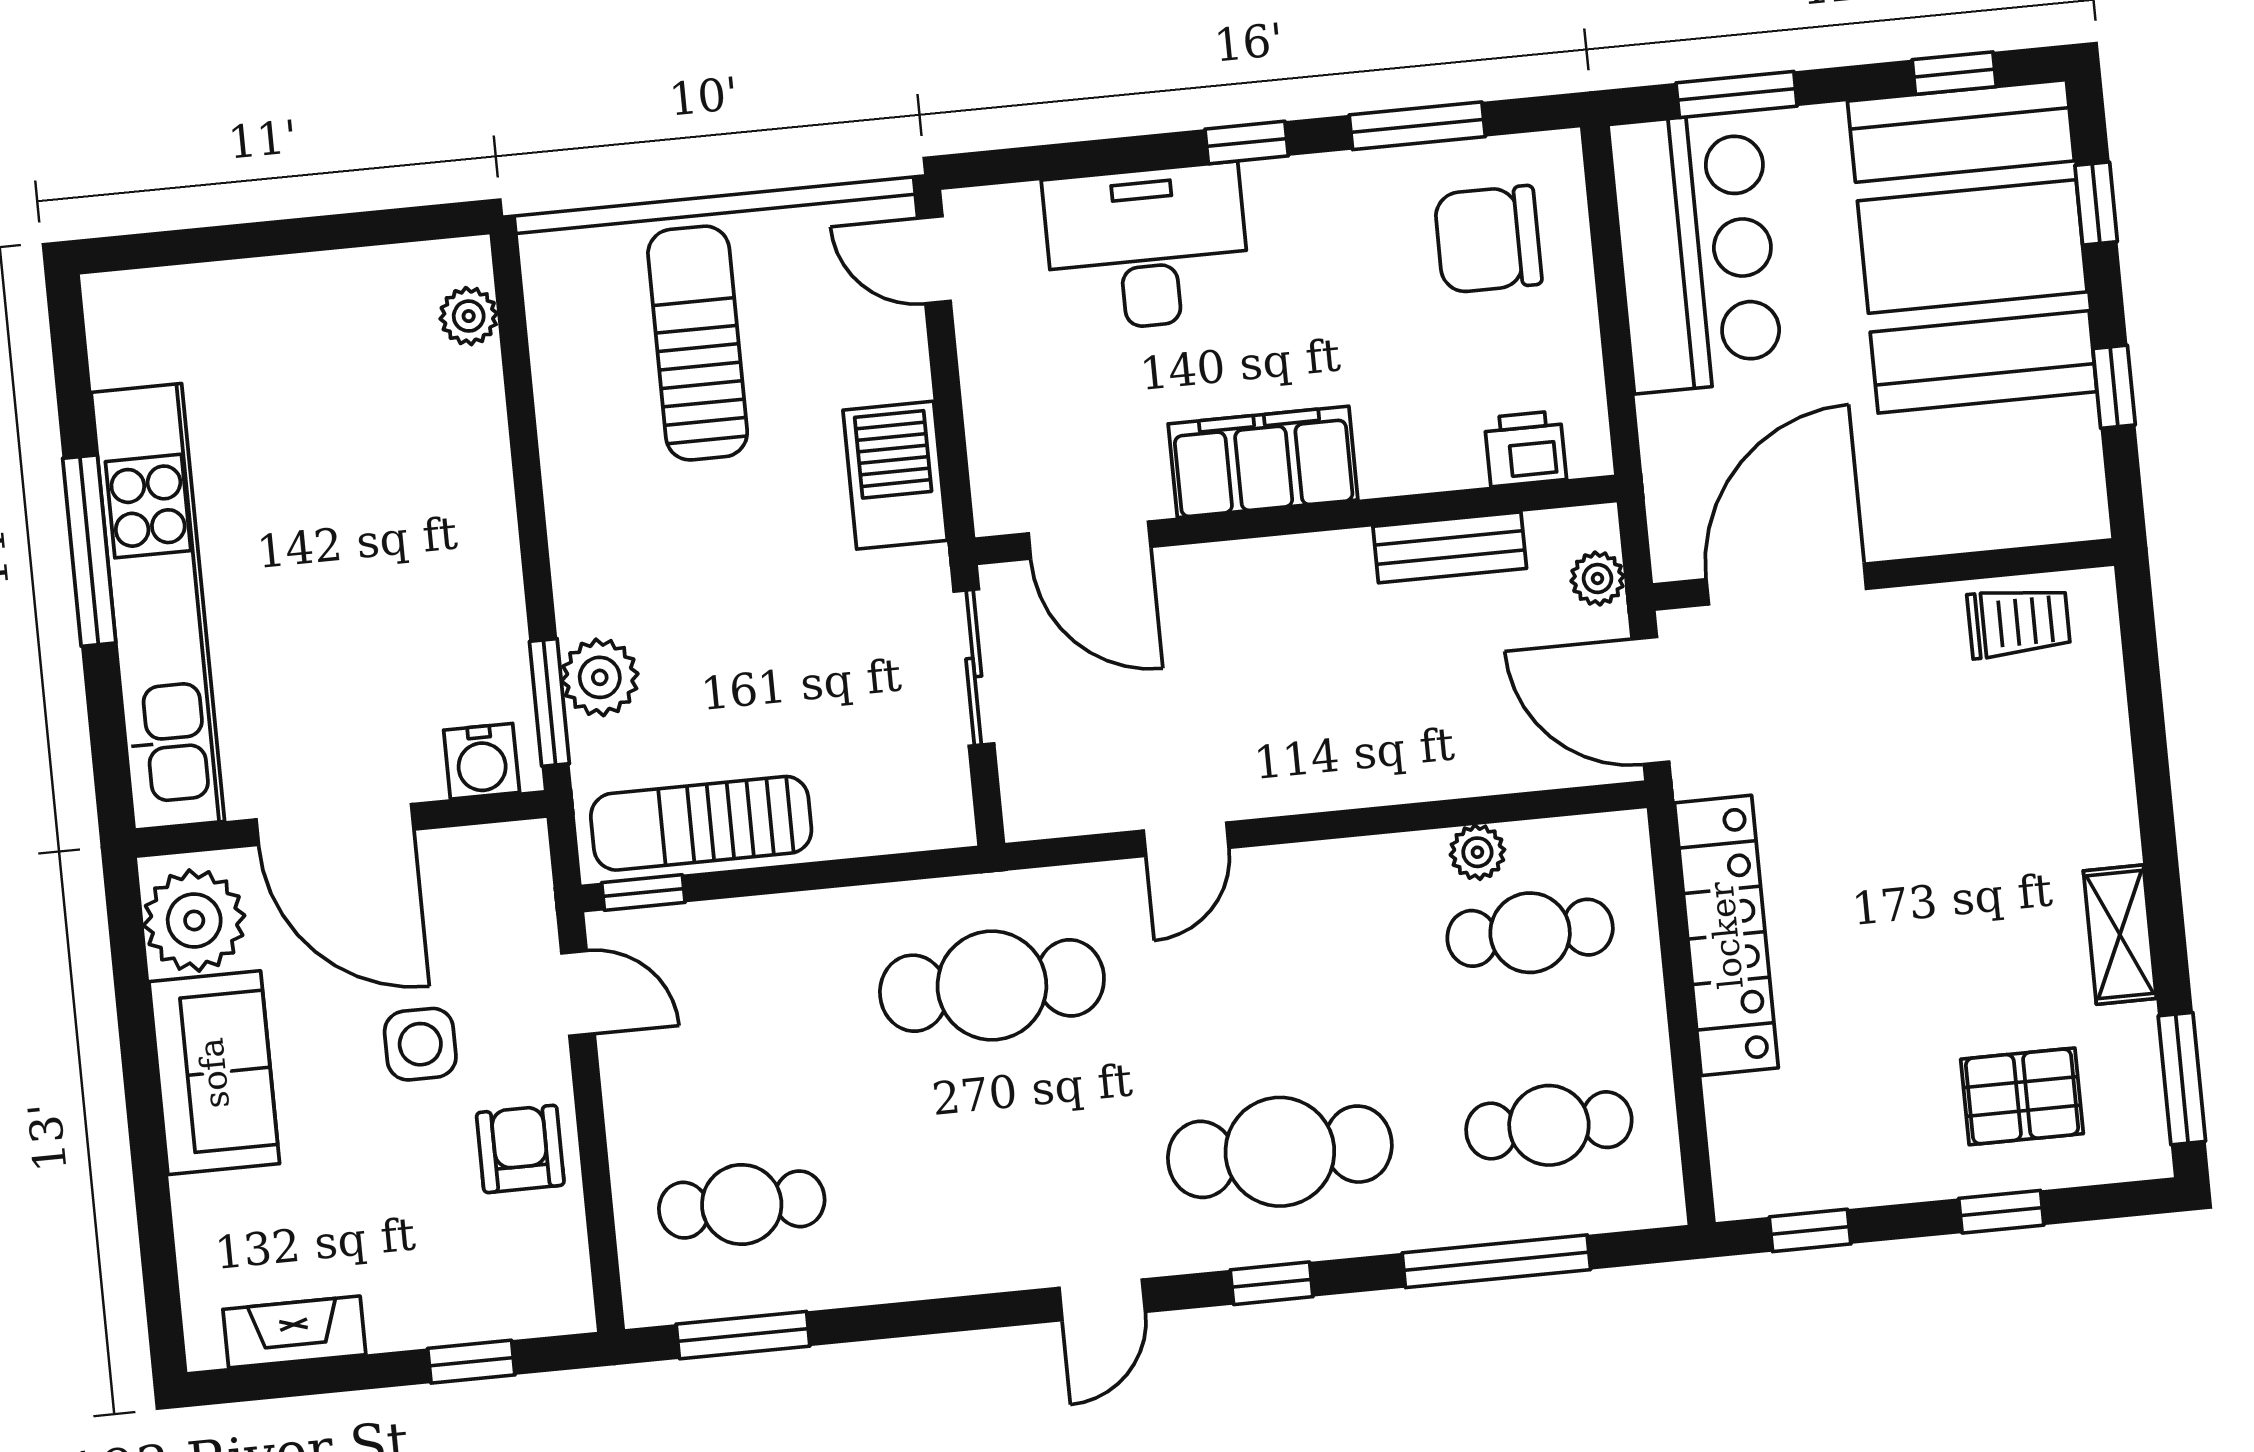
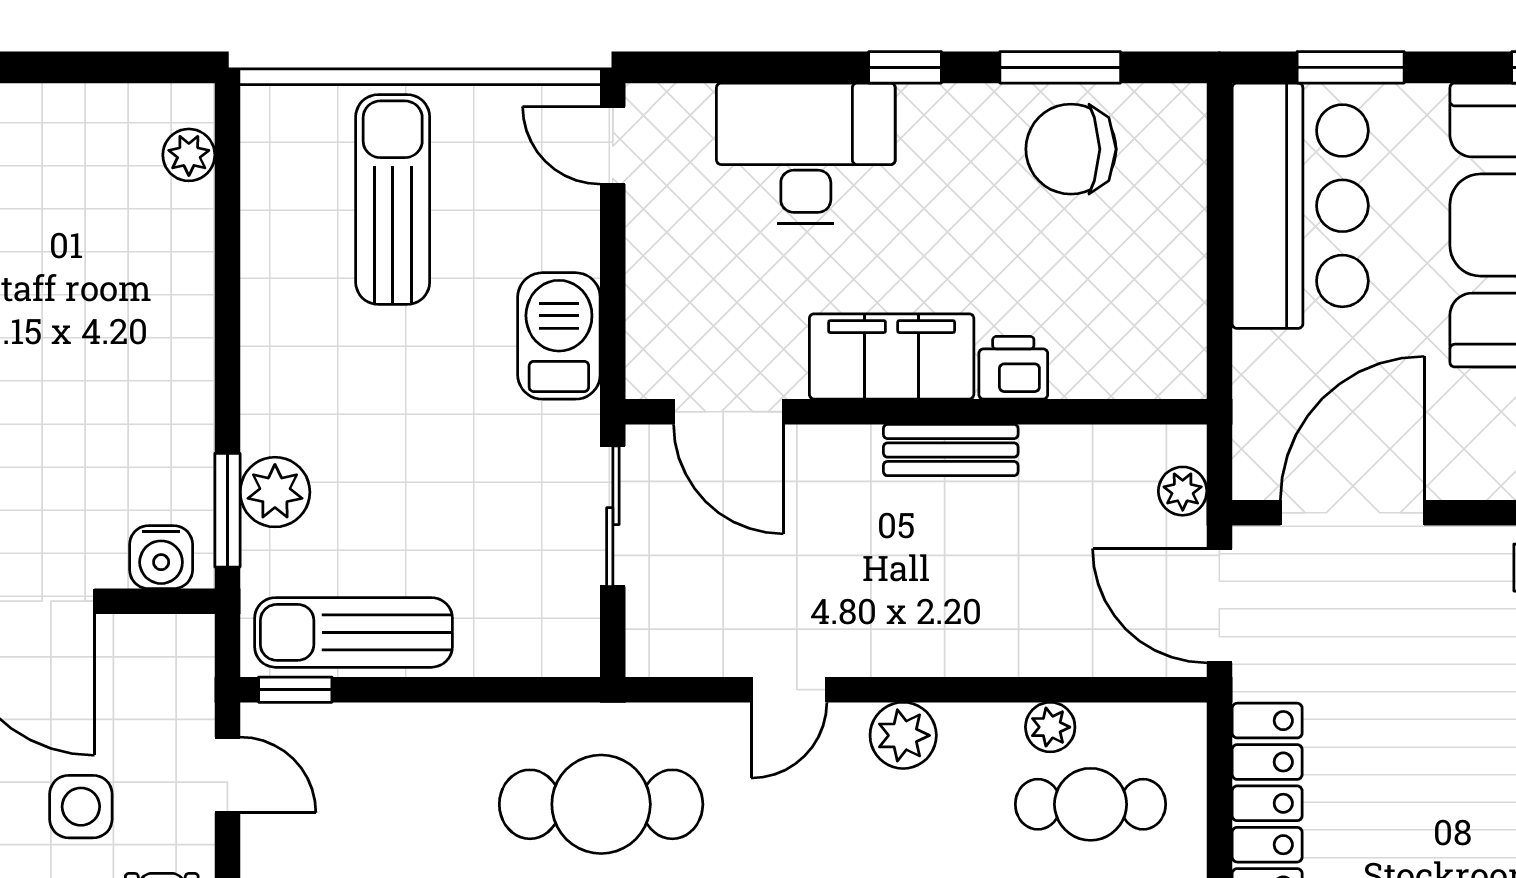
chair: (1488, 239) -> (1071, 149), moved
printer: (1525, 449) -> (1013, 368), moved
bench: (1450, 547) -> (951, 450), moved
plant: (1317, 877) -> (903, 735), added

